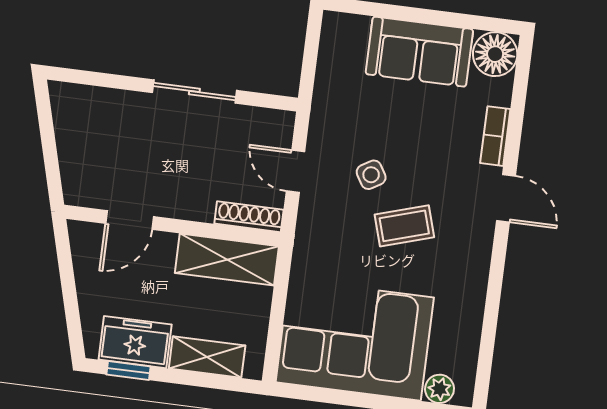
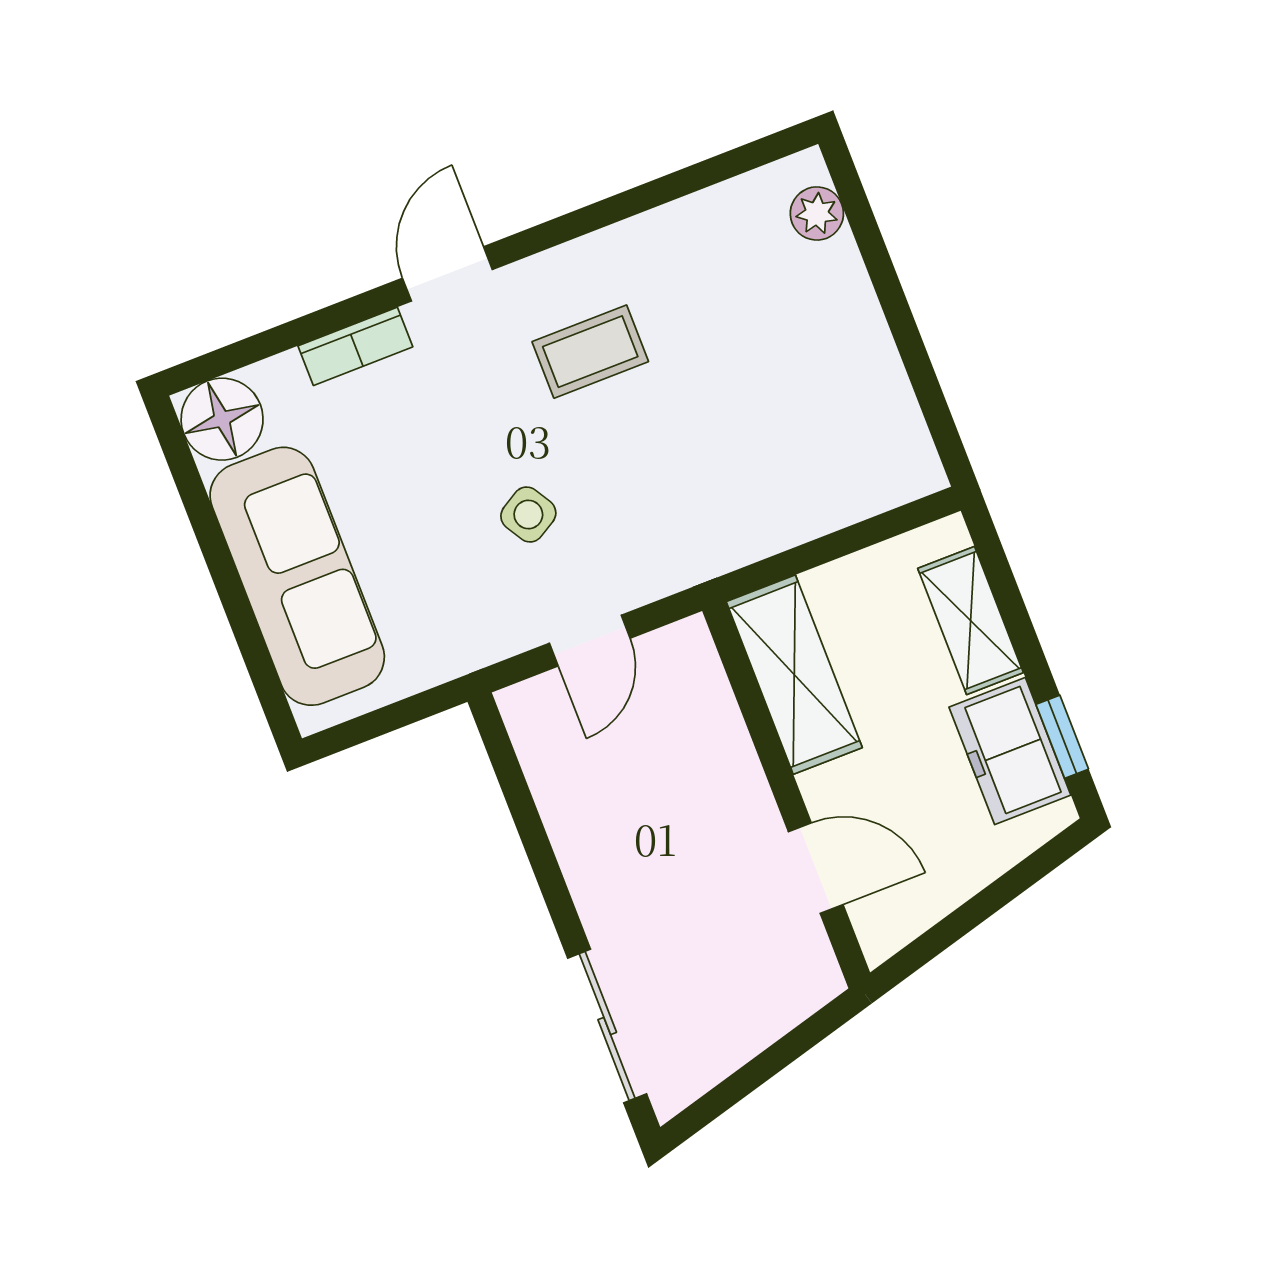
sofa: (419, 52) -> (297, 576), width x1.36
sliding door: (194, 91) -> (607, 1026), moved
shoe rack: (249, 217) -> (705, 677), removed
coffee table: (404, 226) -> (590, 352), moved, turned -73
corner sofa: (355, 340) -> (812, 395), removed

